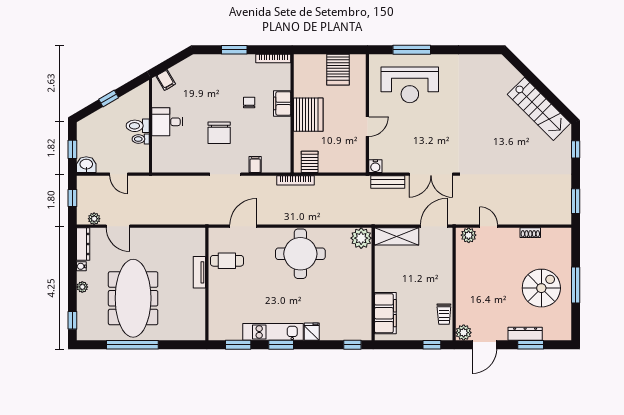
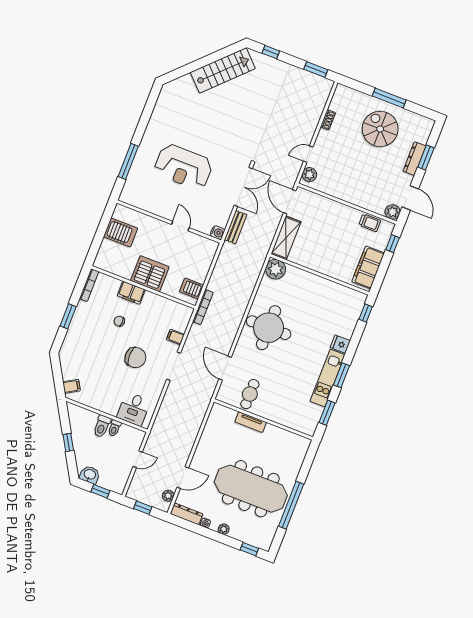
reception desk: (410, 85) -> (183, 167), moved, turned 90
desk: (167, 122) -> (134, 409), moved
washbasin: (86, 165) -> (90, 475), moved, turned 90
filing cabinet: (385, 313) -> (368, 267), moved, turned -90

